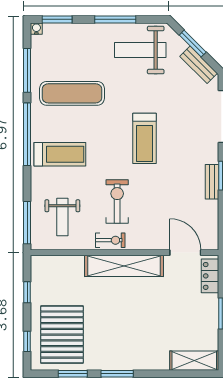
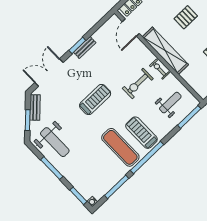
exercise mat: (72, 93) -> (120, 147), moved
pallet: (139, 323) -> (186, 17), added

